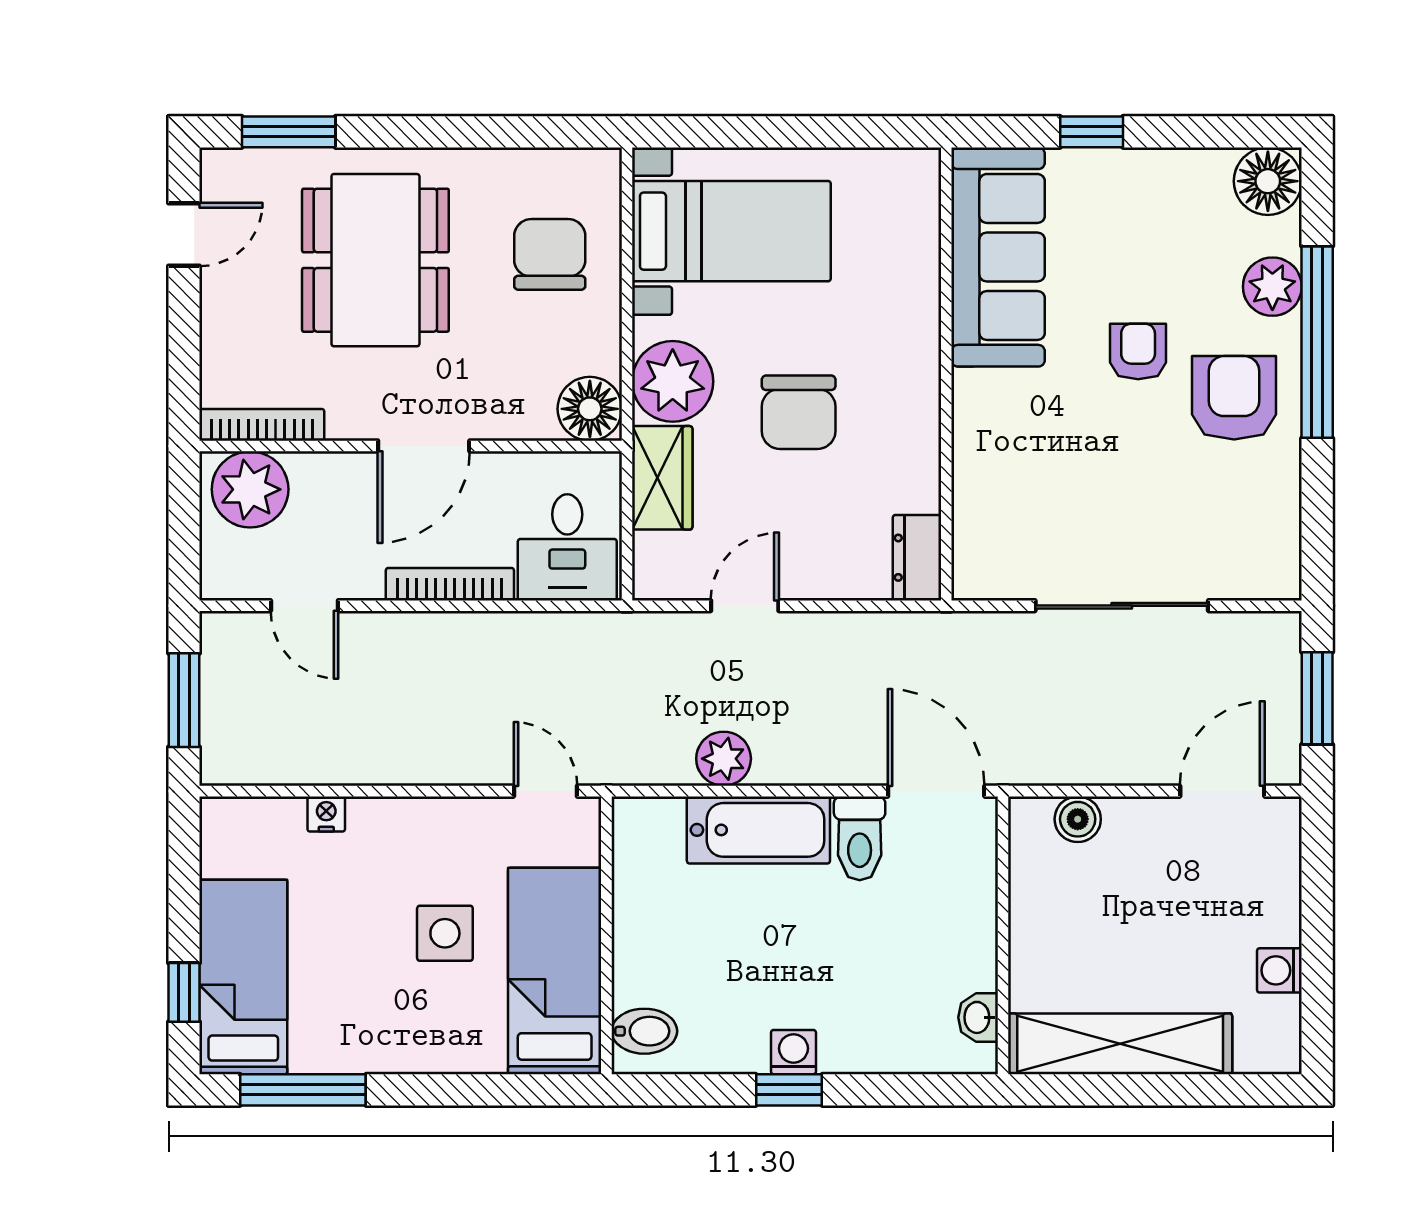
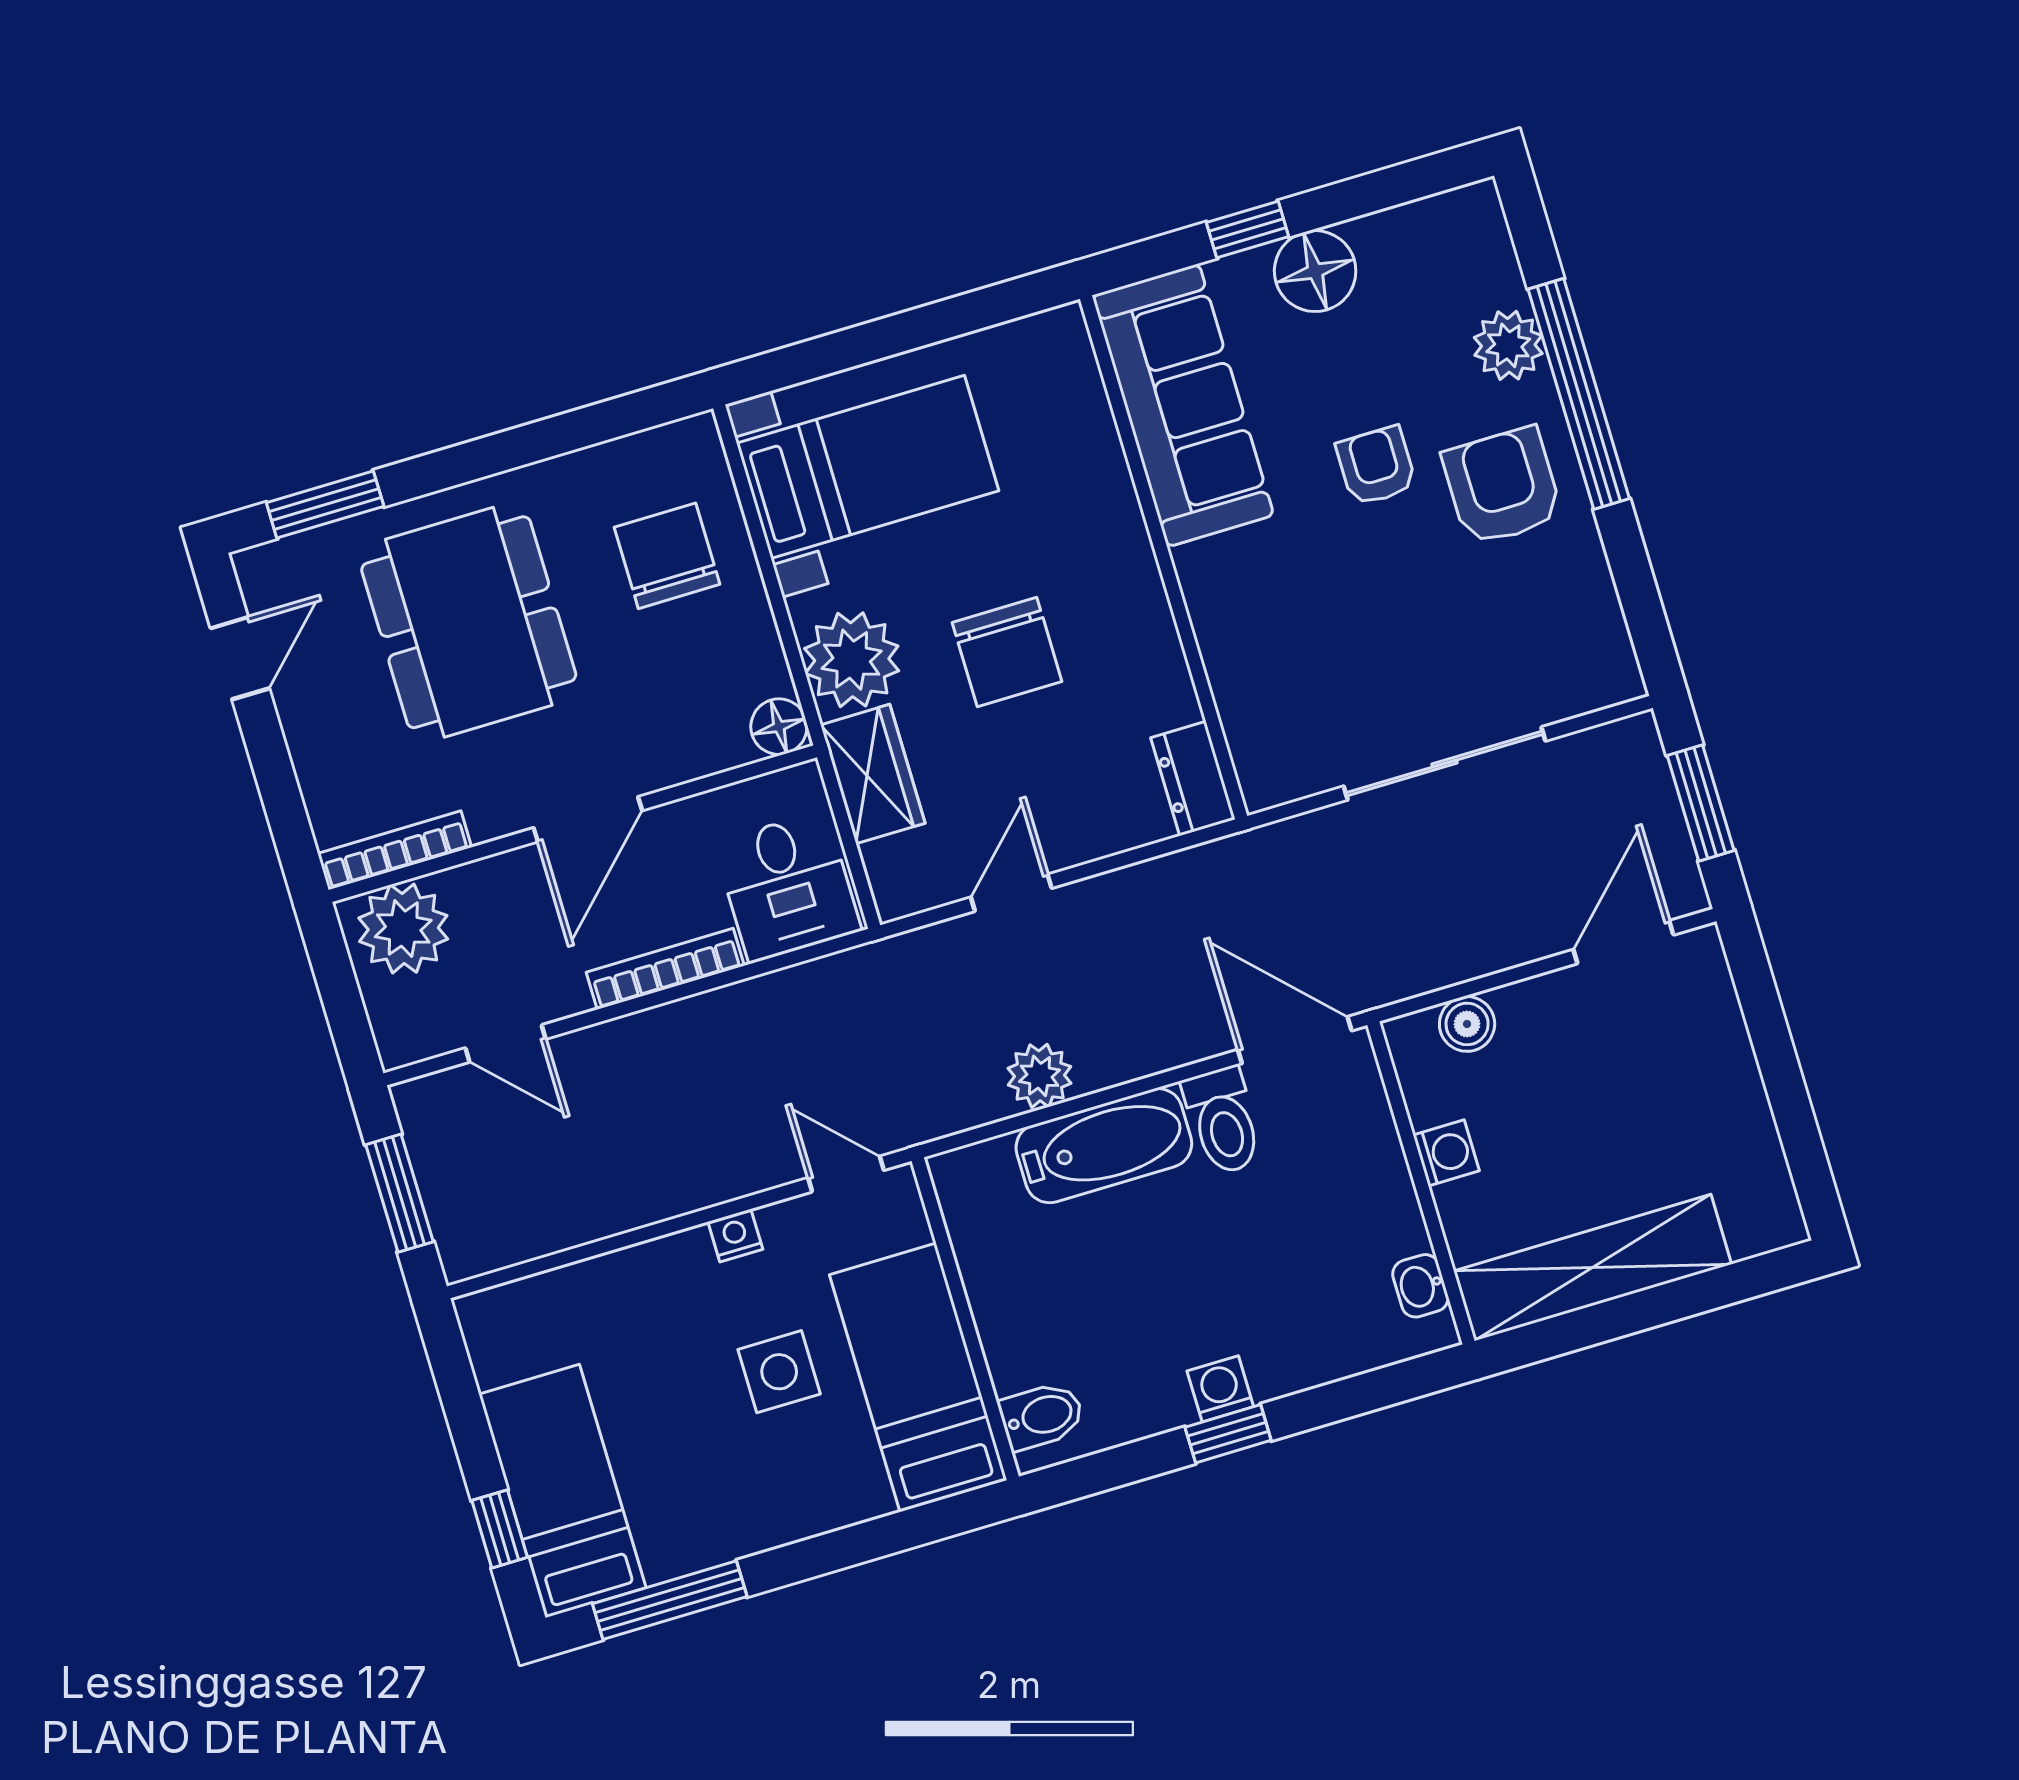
floor lamp: (1268, 181) -> (1315, 271), moved
floor lamp: (590, 409) -> (779, 727), width x0.73, depth x0.73
nightstand: (326, 814) -> (735, 1235), moved
washing machine: (1279, 970) -> (1446, 1153), moved, turned 180

